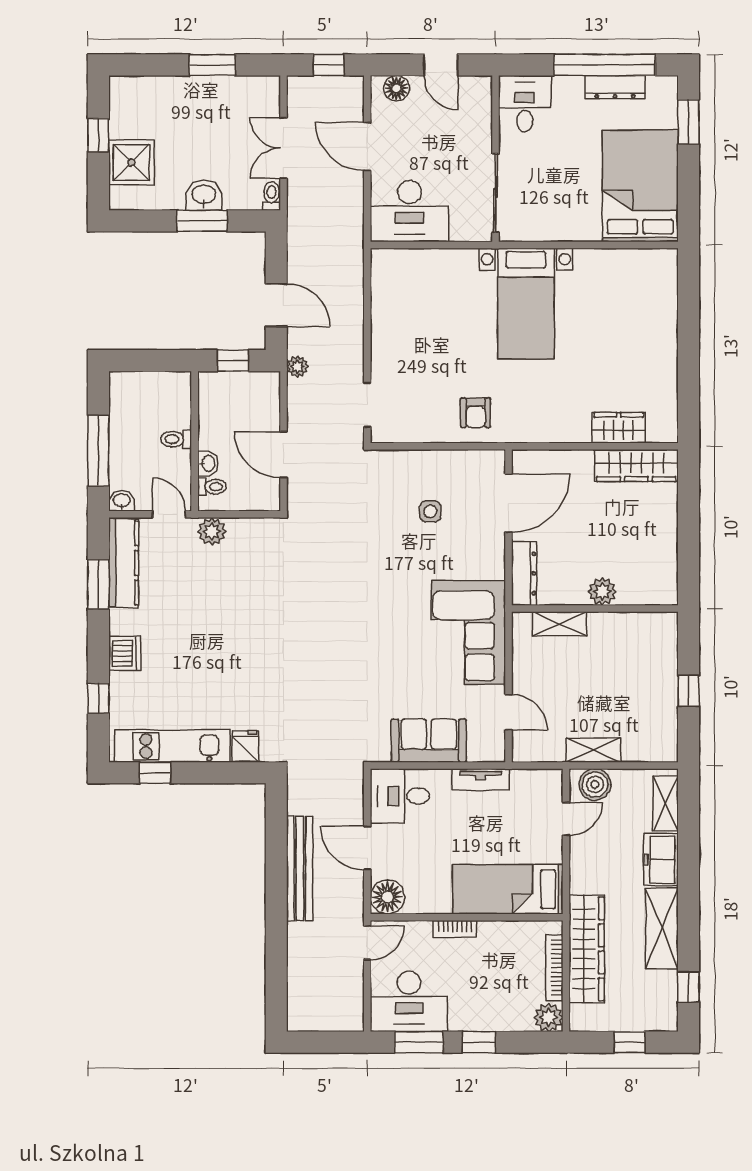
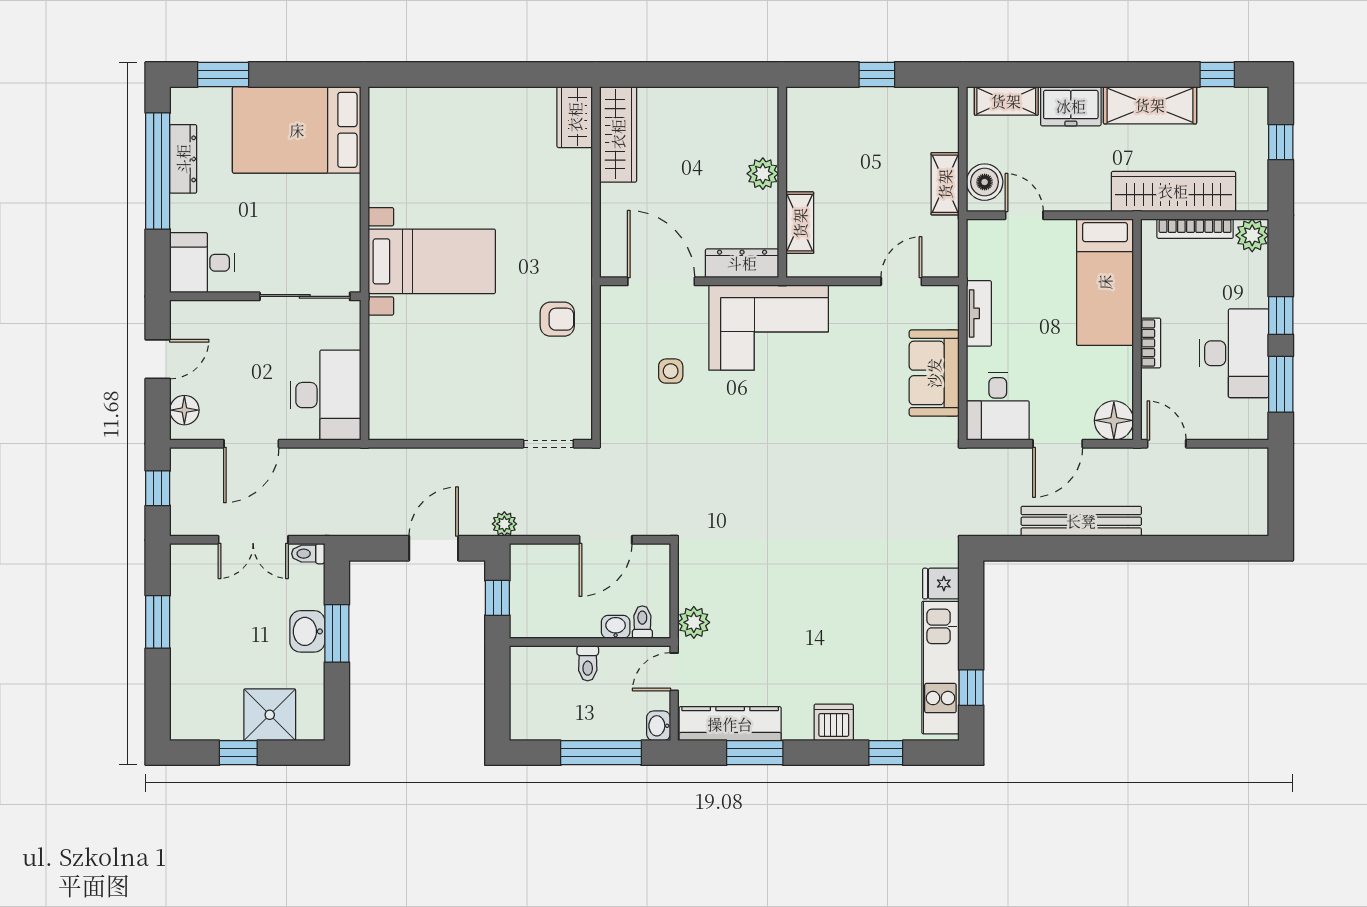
wardrobe: (619, 428) -> (575, 117), moved
corner sofa: (468, 632) -> (769, 328), moved
desk: (409, 1001) -> (1234, 353), moved

